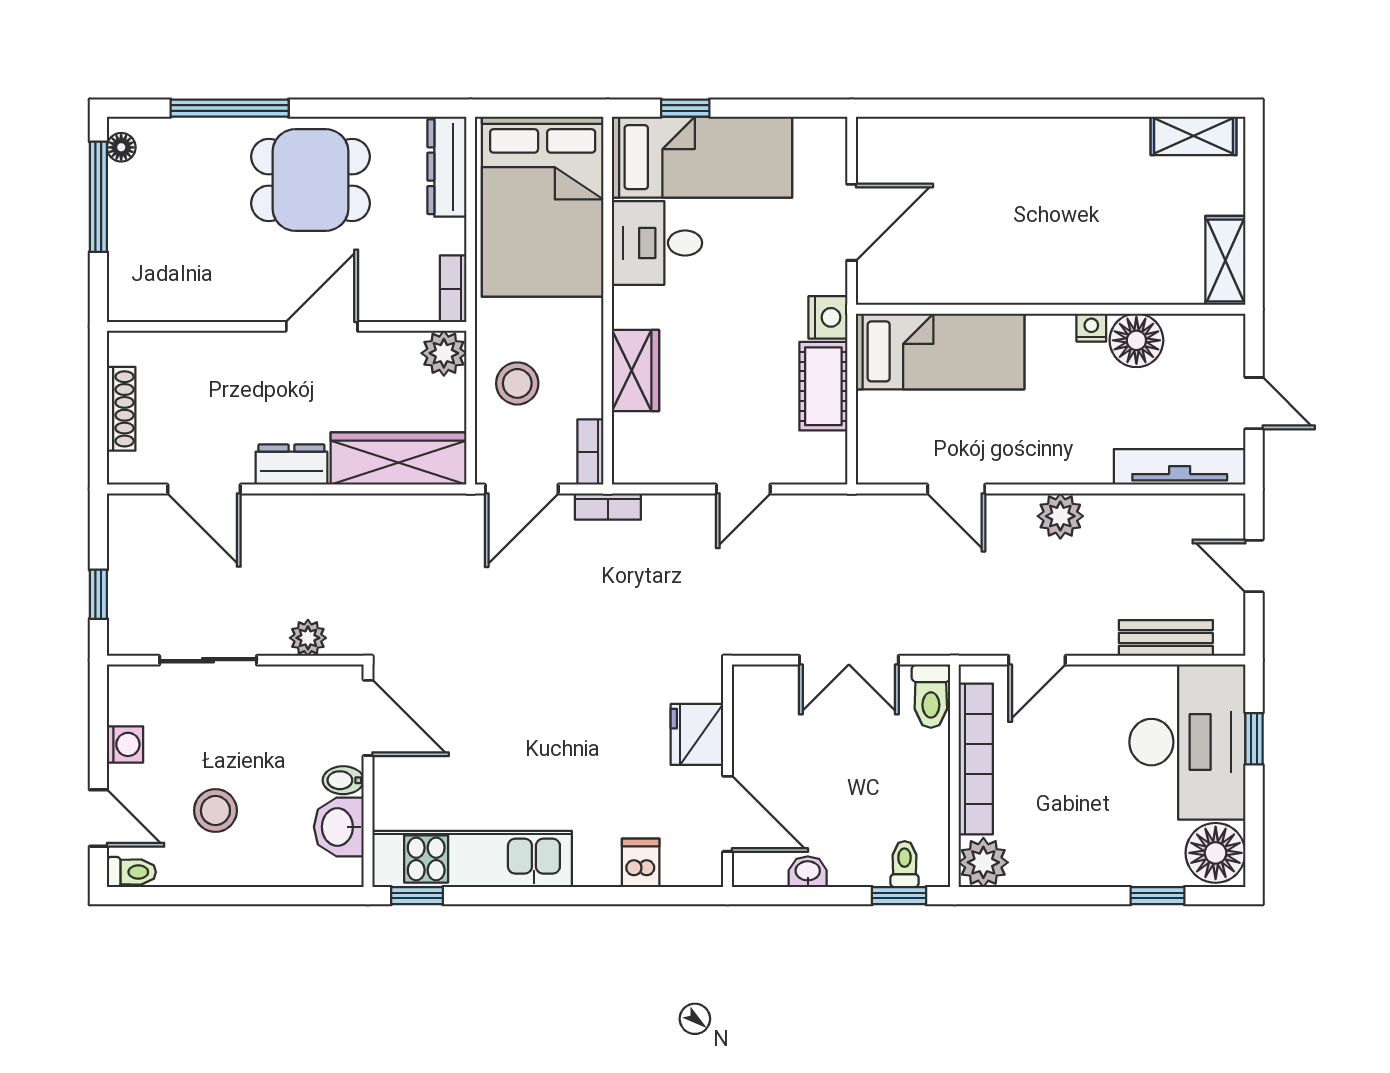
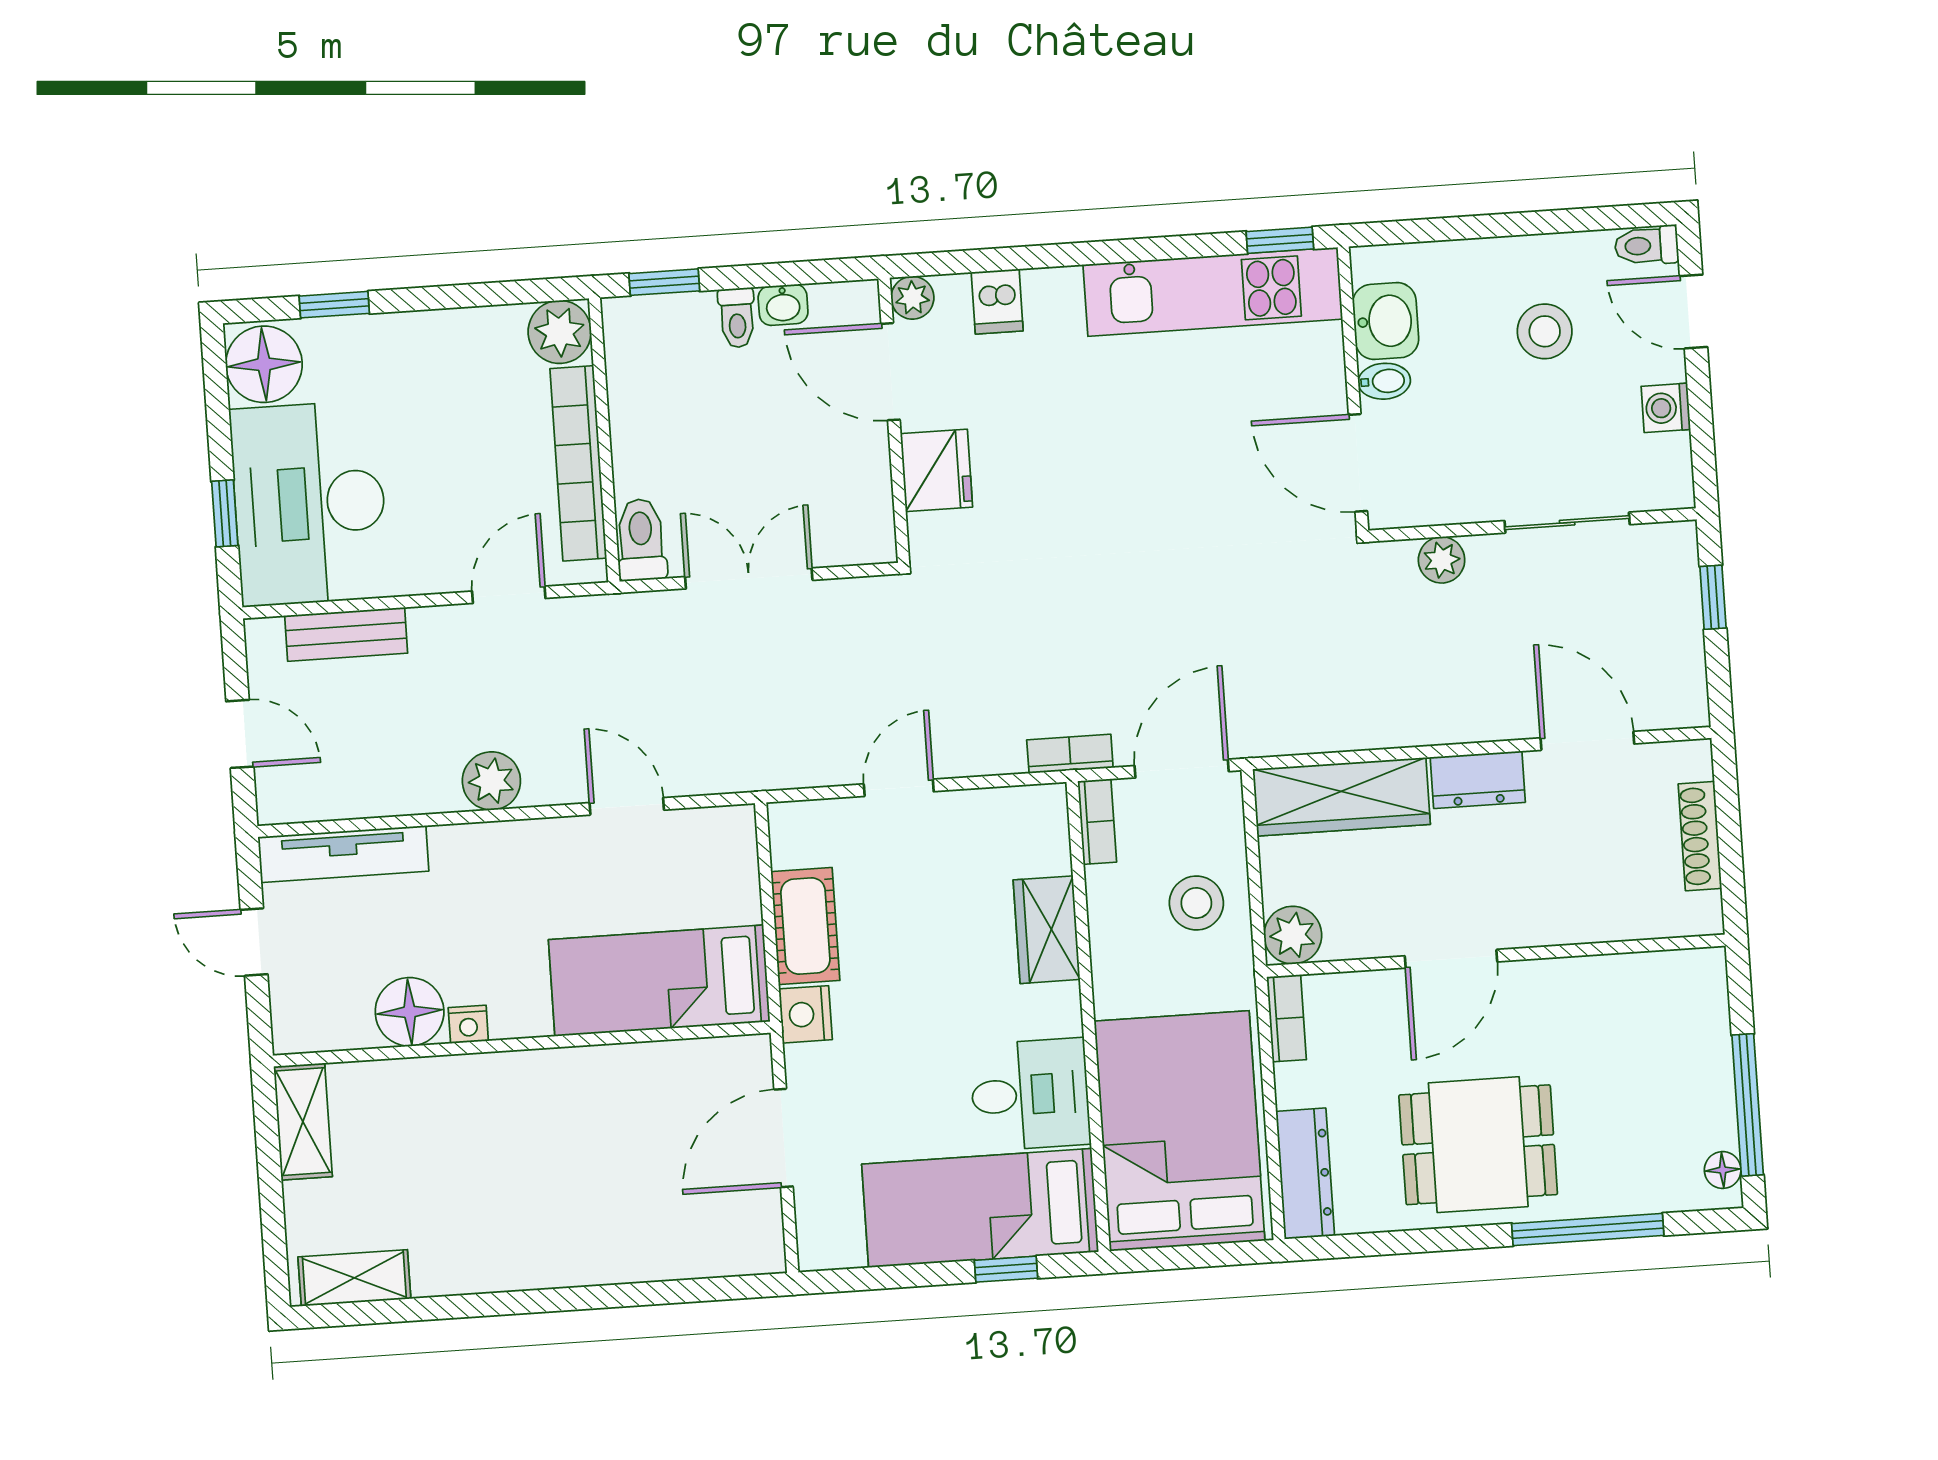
toilet: (905, 864) -> (737, 318), moved
plant: (706, 870) -> (912, 298), added

